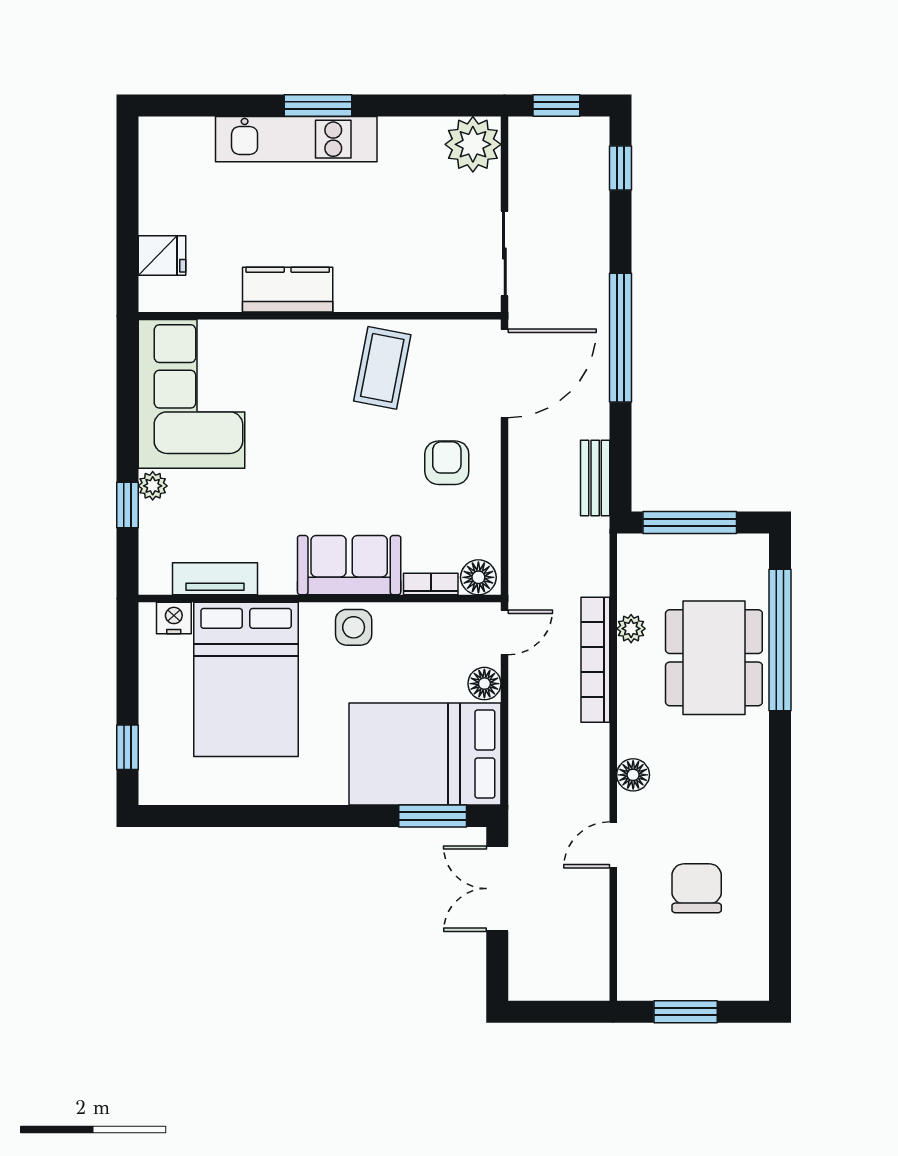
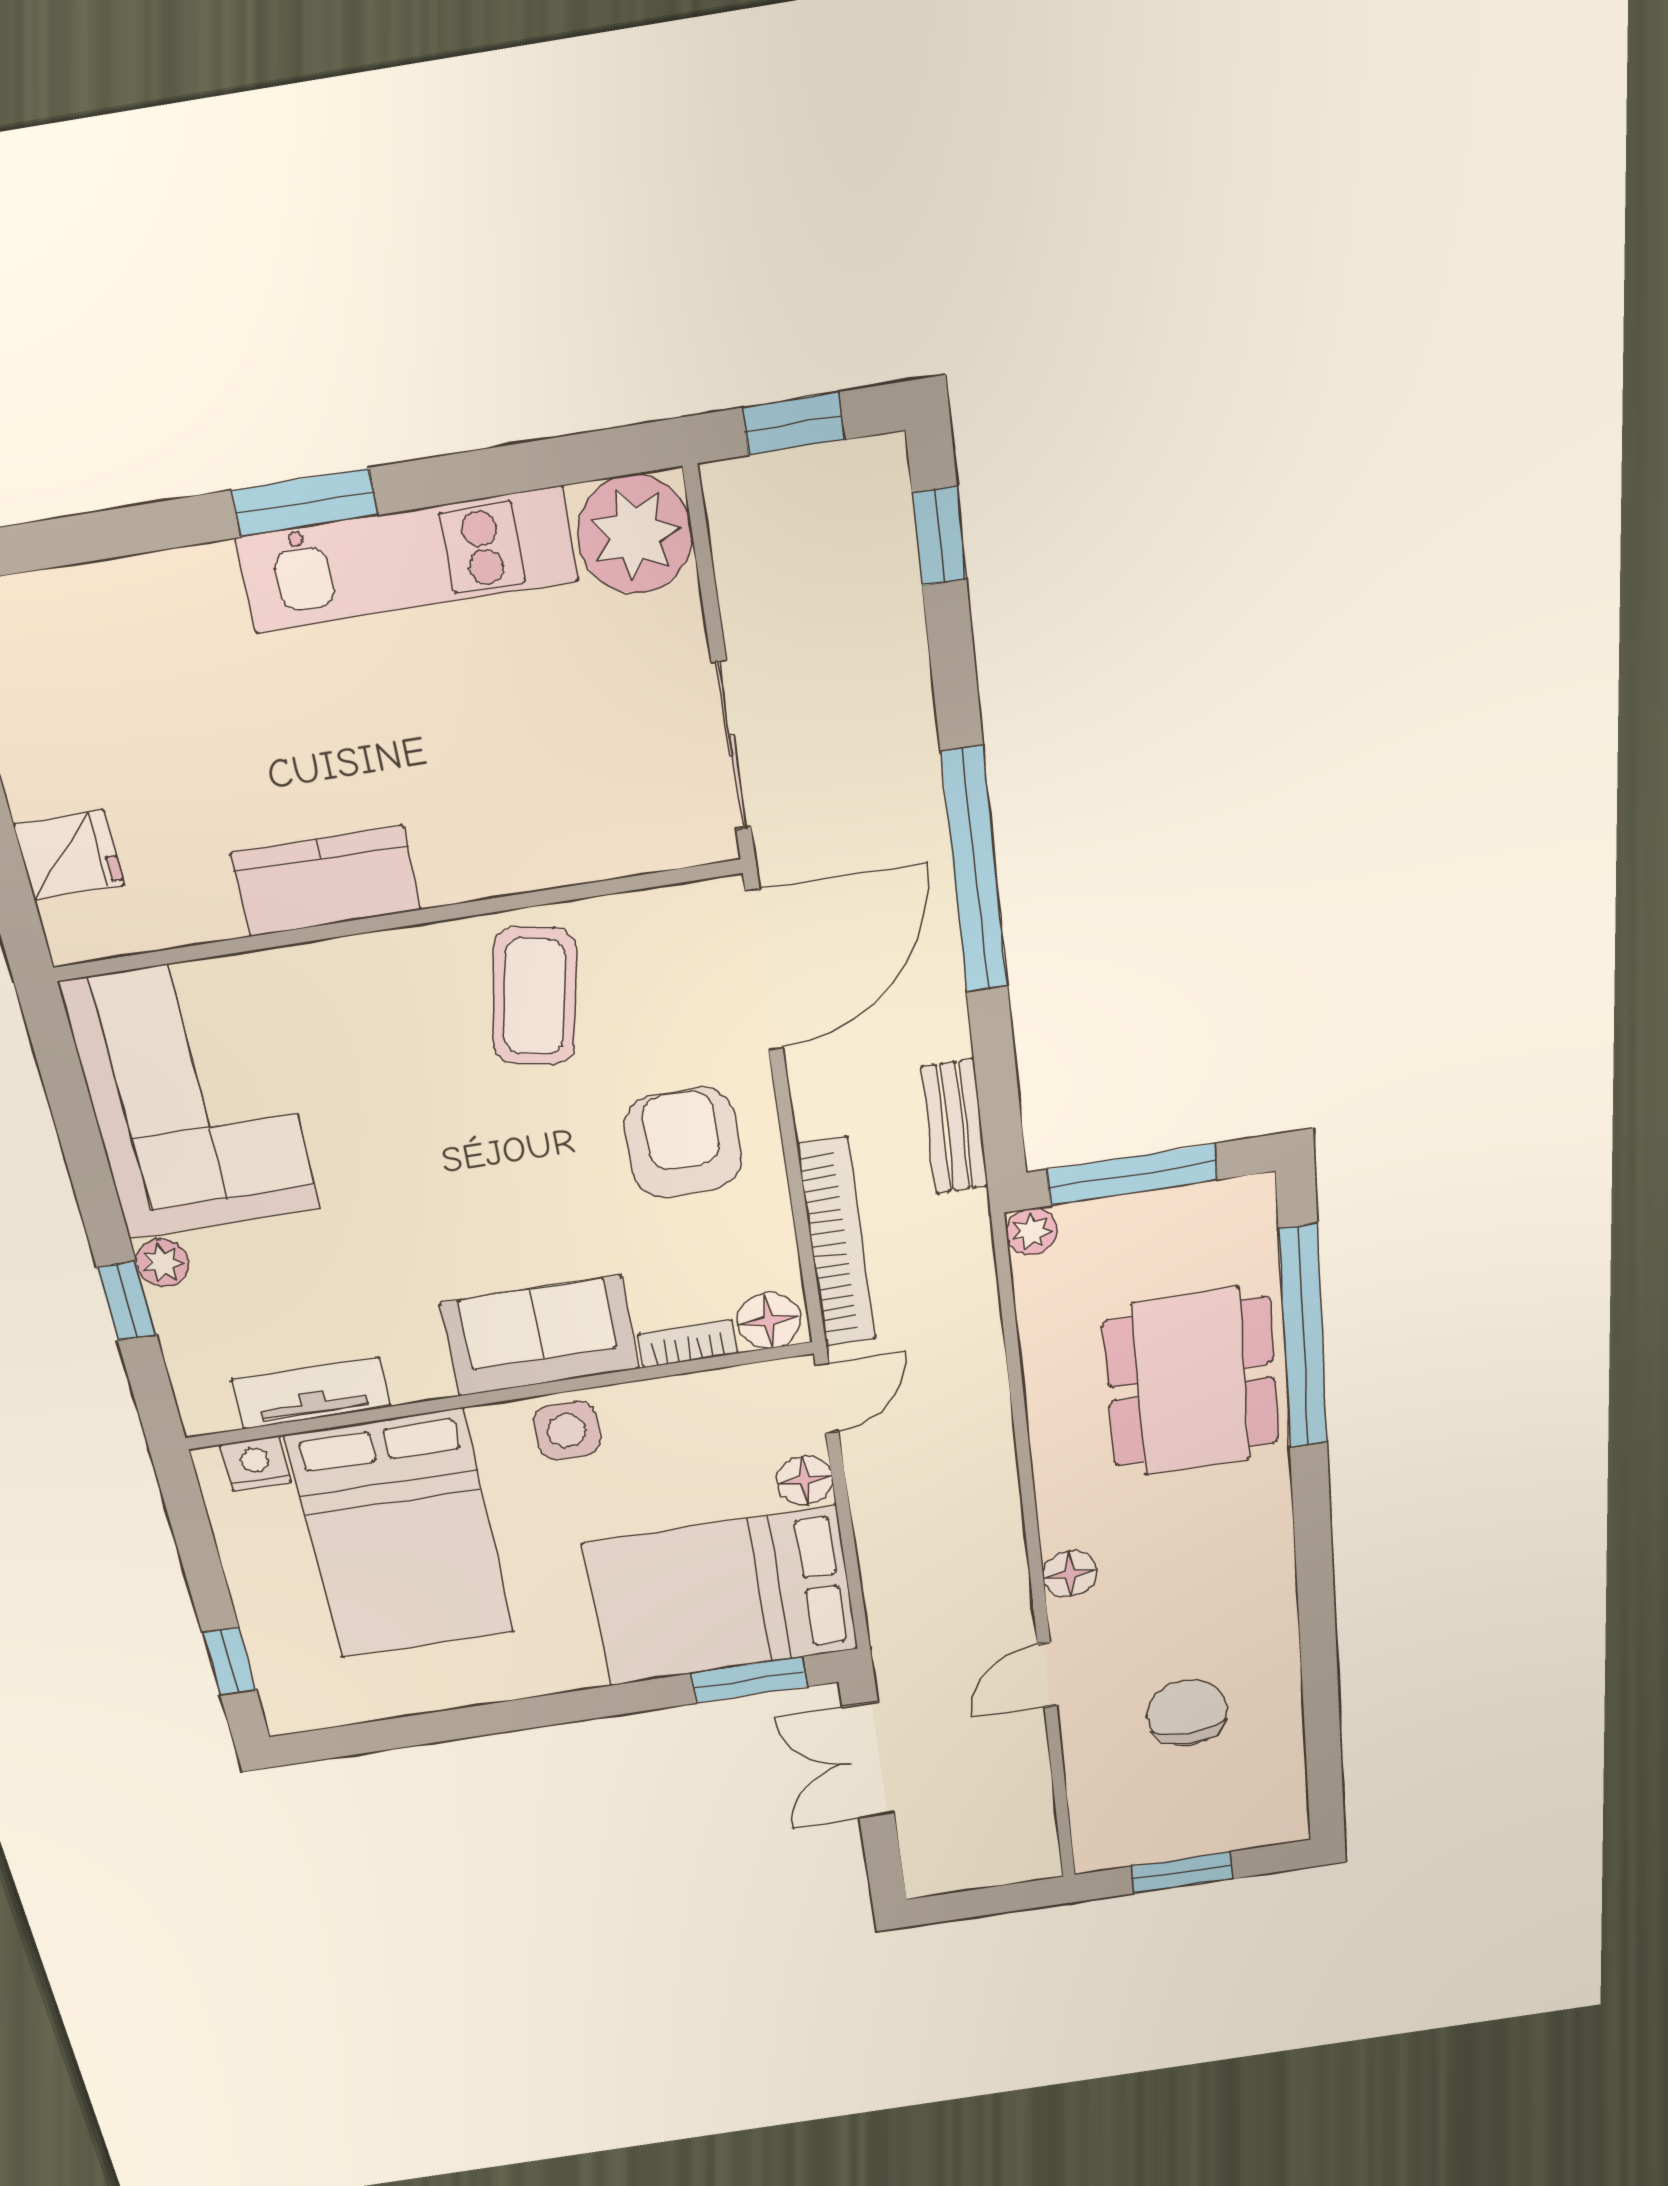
kitchen unit: (296, 139) -> (408, 560), moved
armchair: (447, 463) -> (683, 1143), width x1.38, depth x1.38
plant: (631, 629) -> (1032, 1232), moved
bookcase: (595, 660) -> (837, 1243), moved, turned 180

